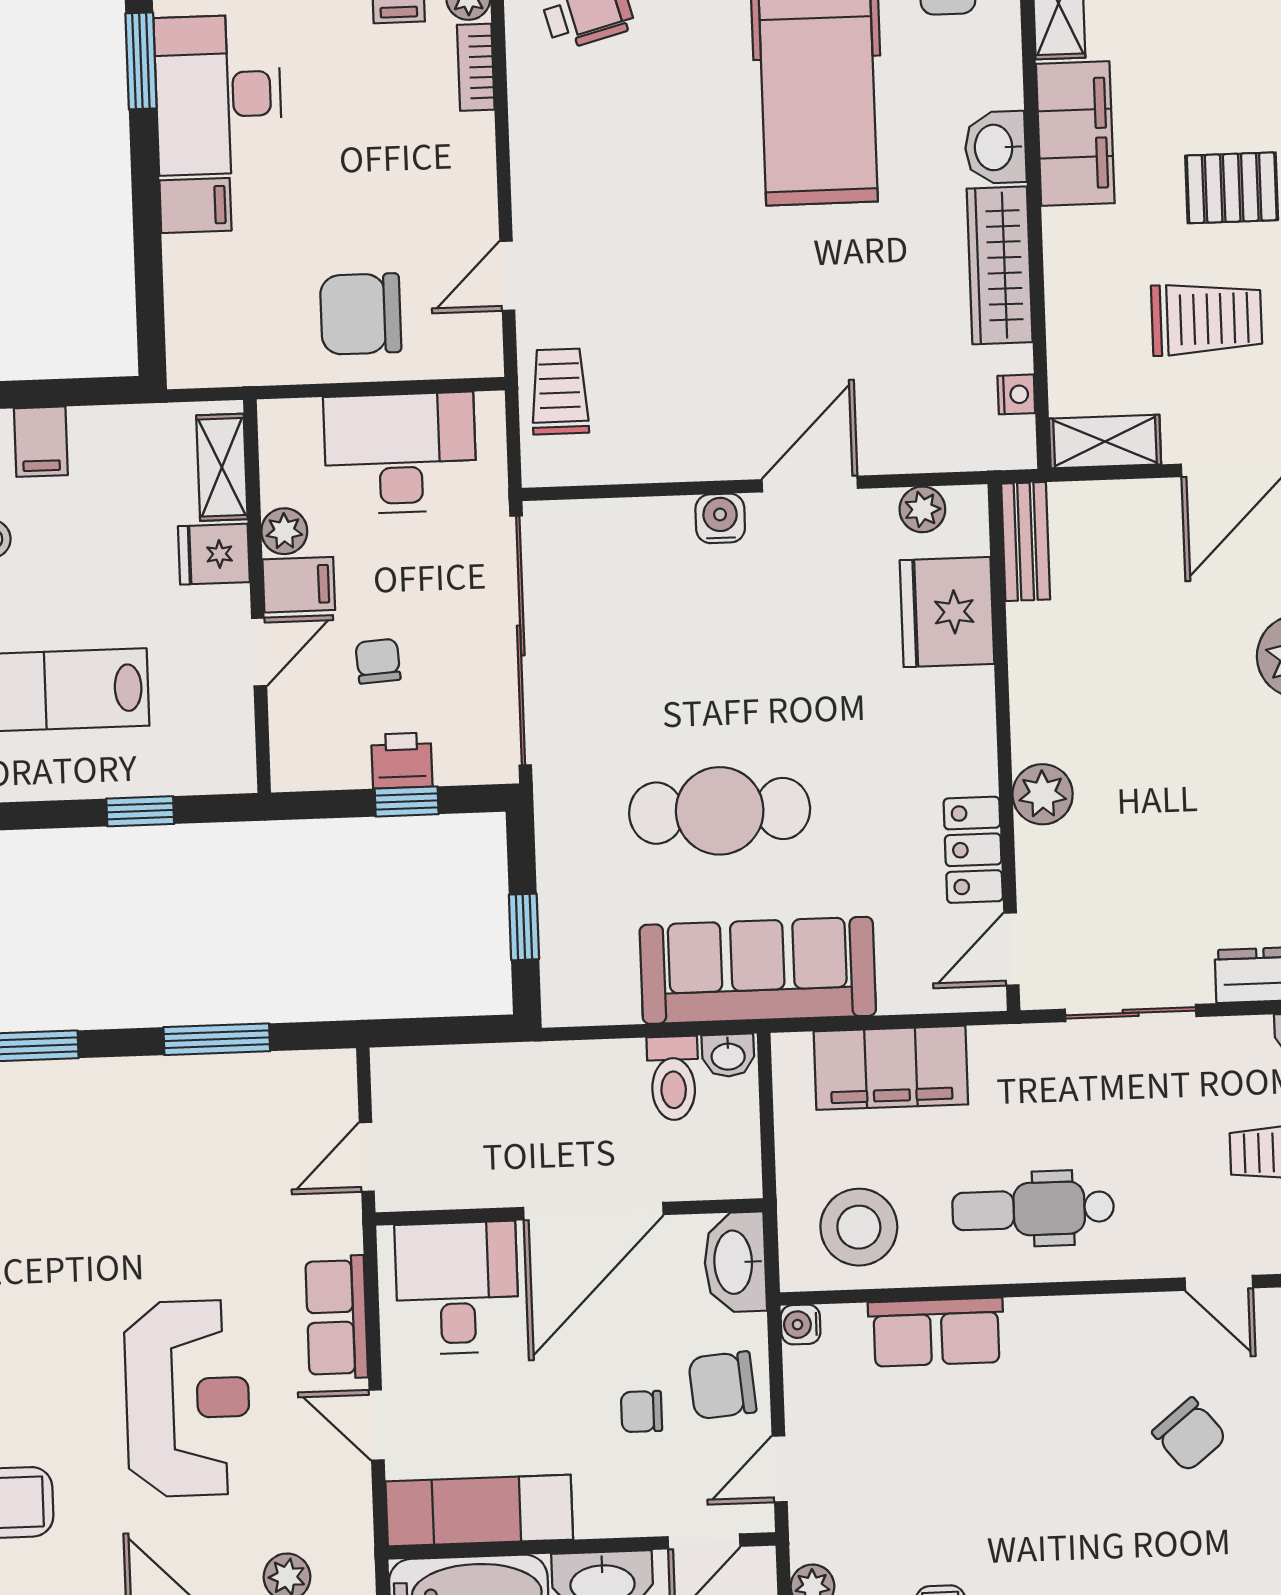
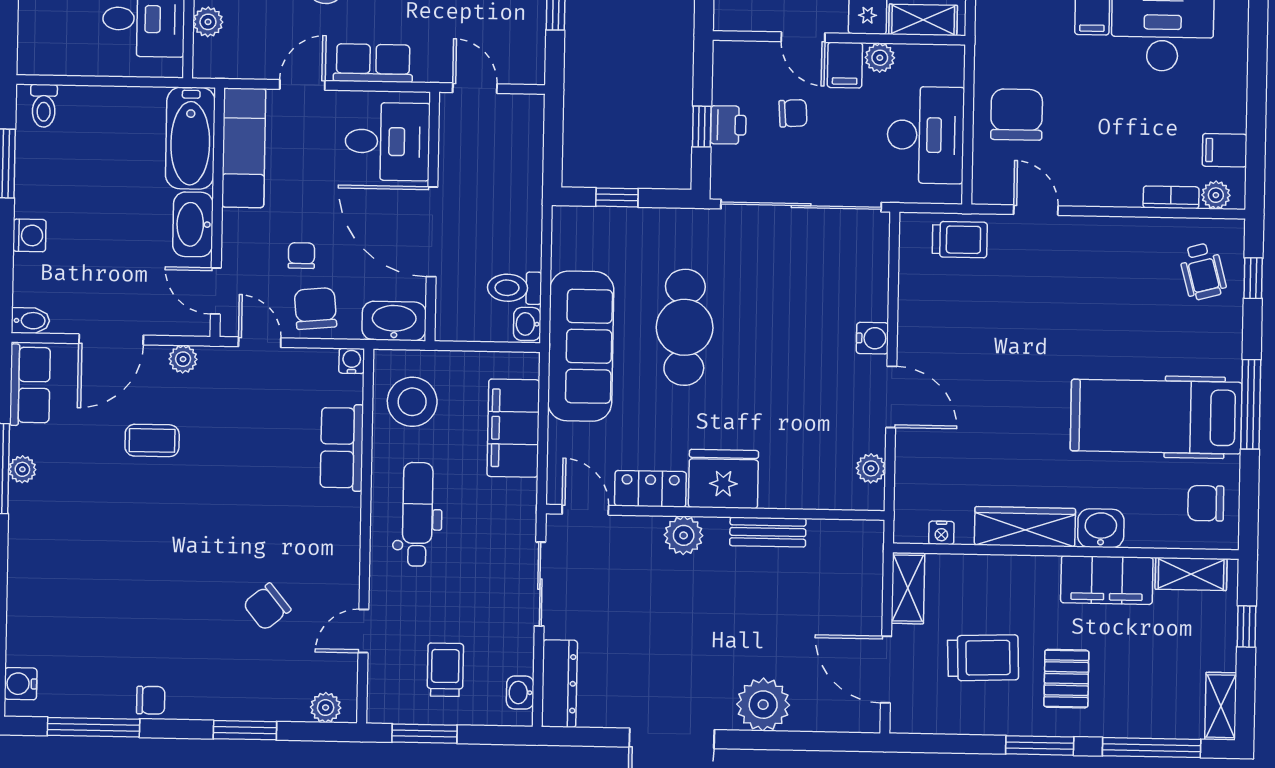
trolley: (1207, 319) -> (983, 658), turned -92
bench: (1026, 542) -> (768, 532), moved
fridge: (947, 612) -> (723, 479), moved

